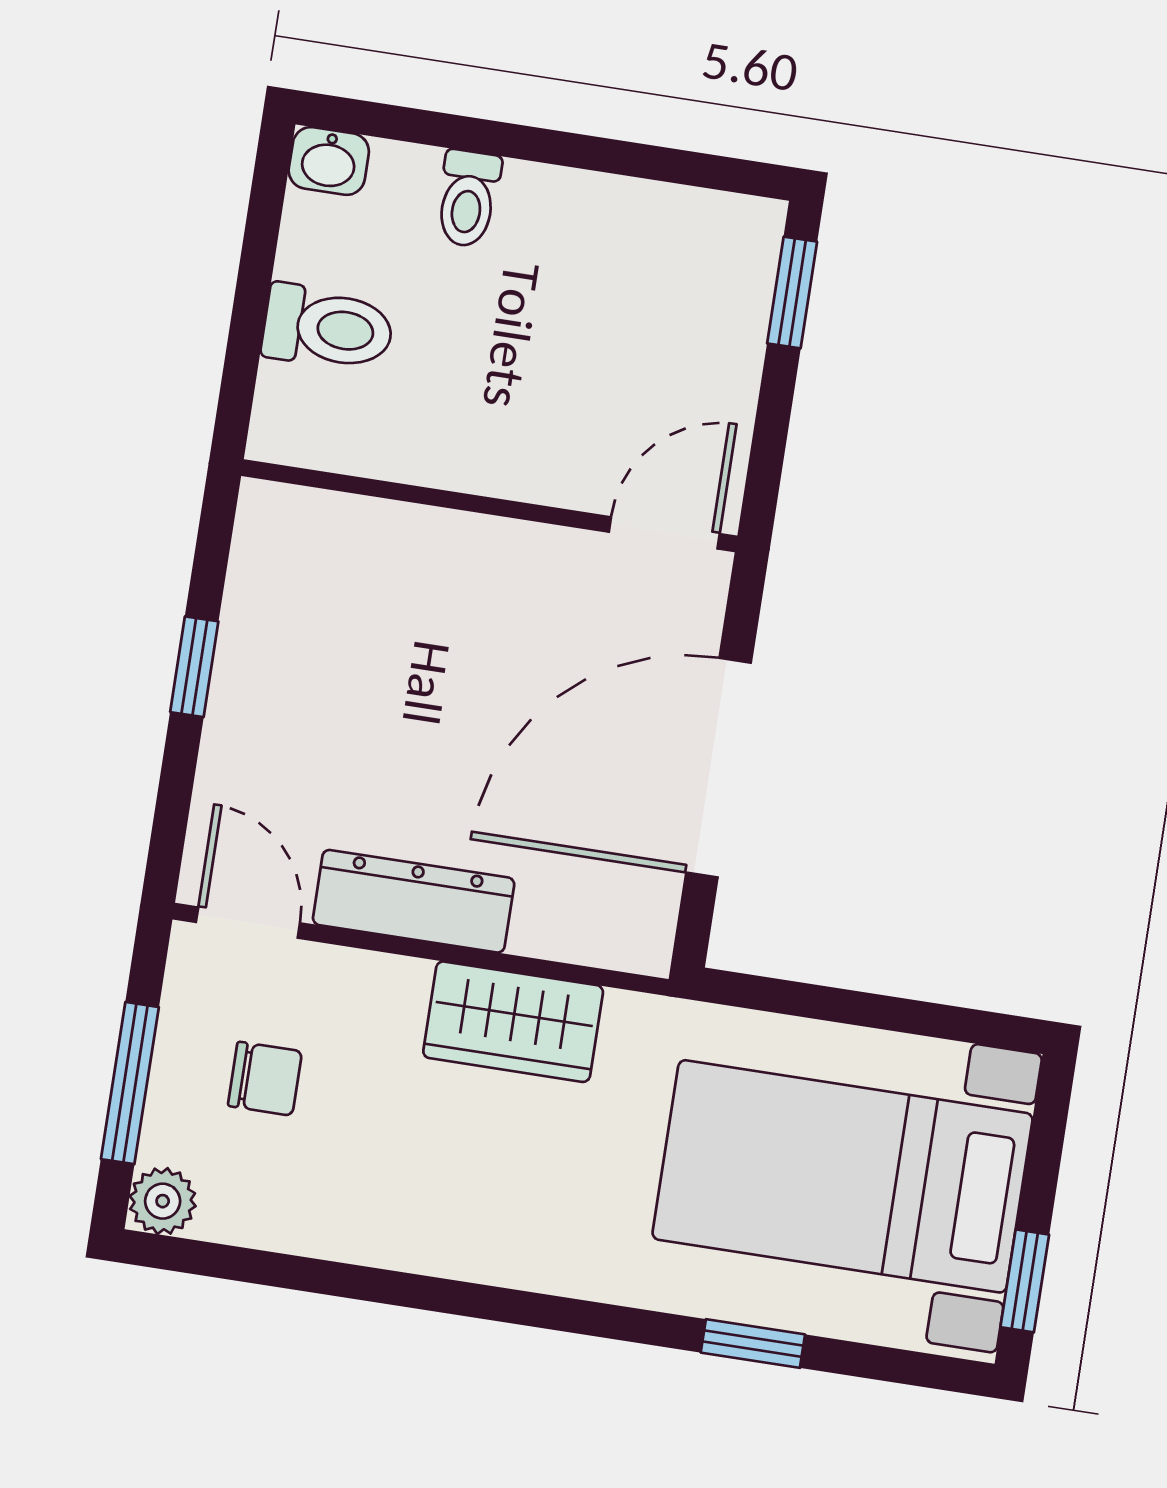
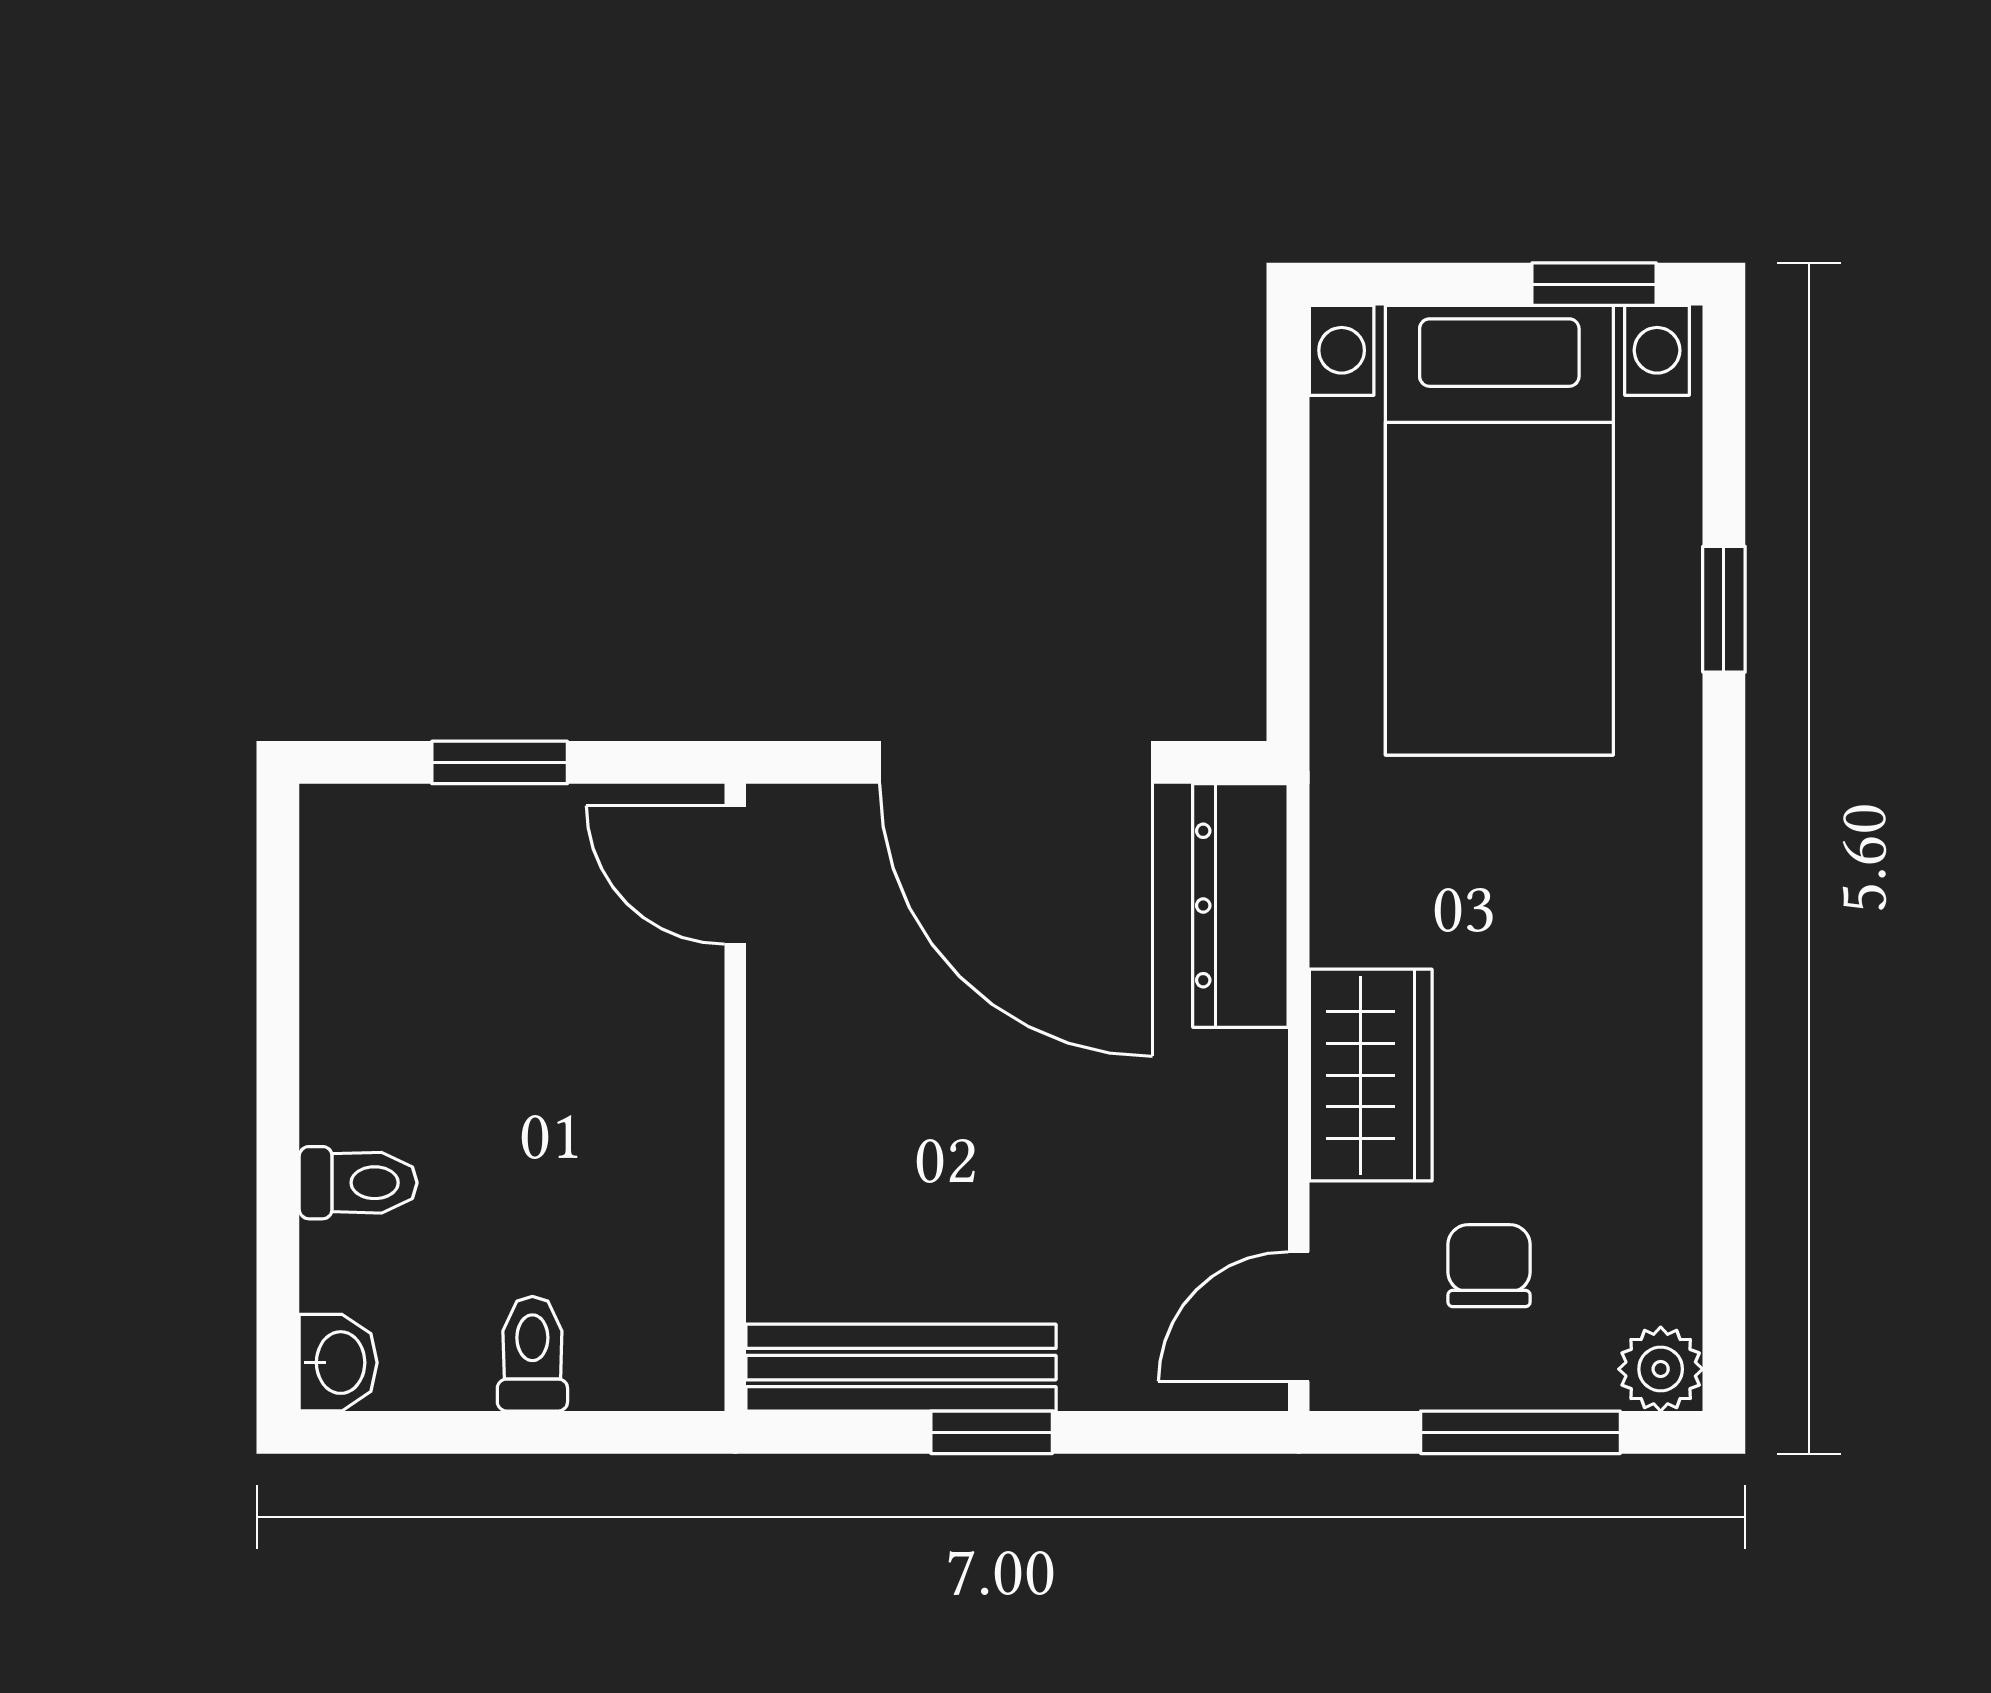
window: (792, 292) -> (500, 762), moved
toilet: (328, 328) -> (532, 1354), width x0.73, depth x0.72
bench: (256, 603) -> (901, 1368), added
dresser: (414, 901) -> (1240, 906), moved
wardrobe: (513, 1022) -> (1371, 1075), moved

